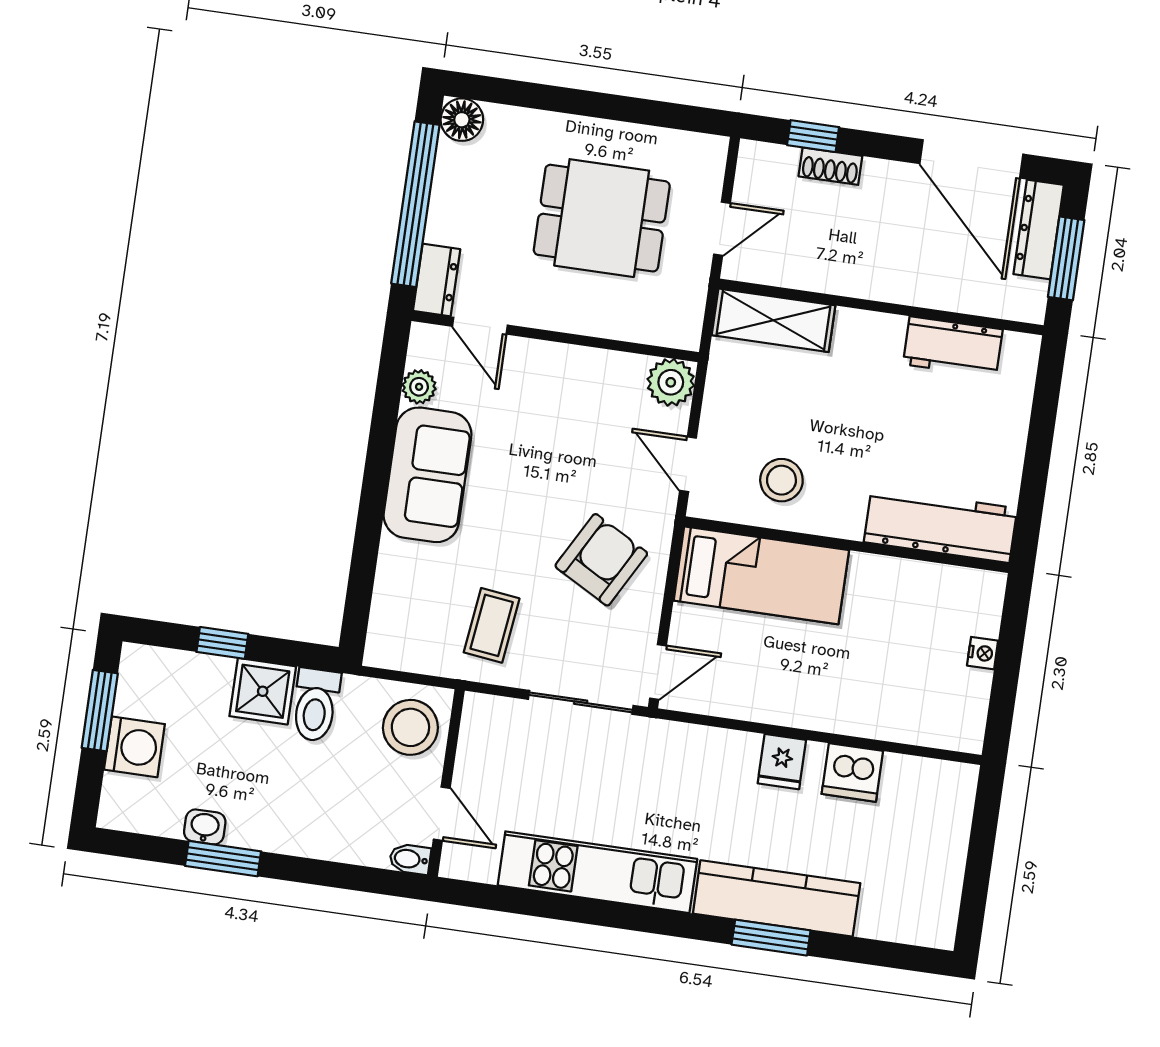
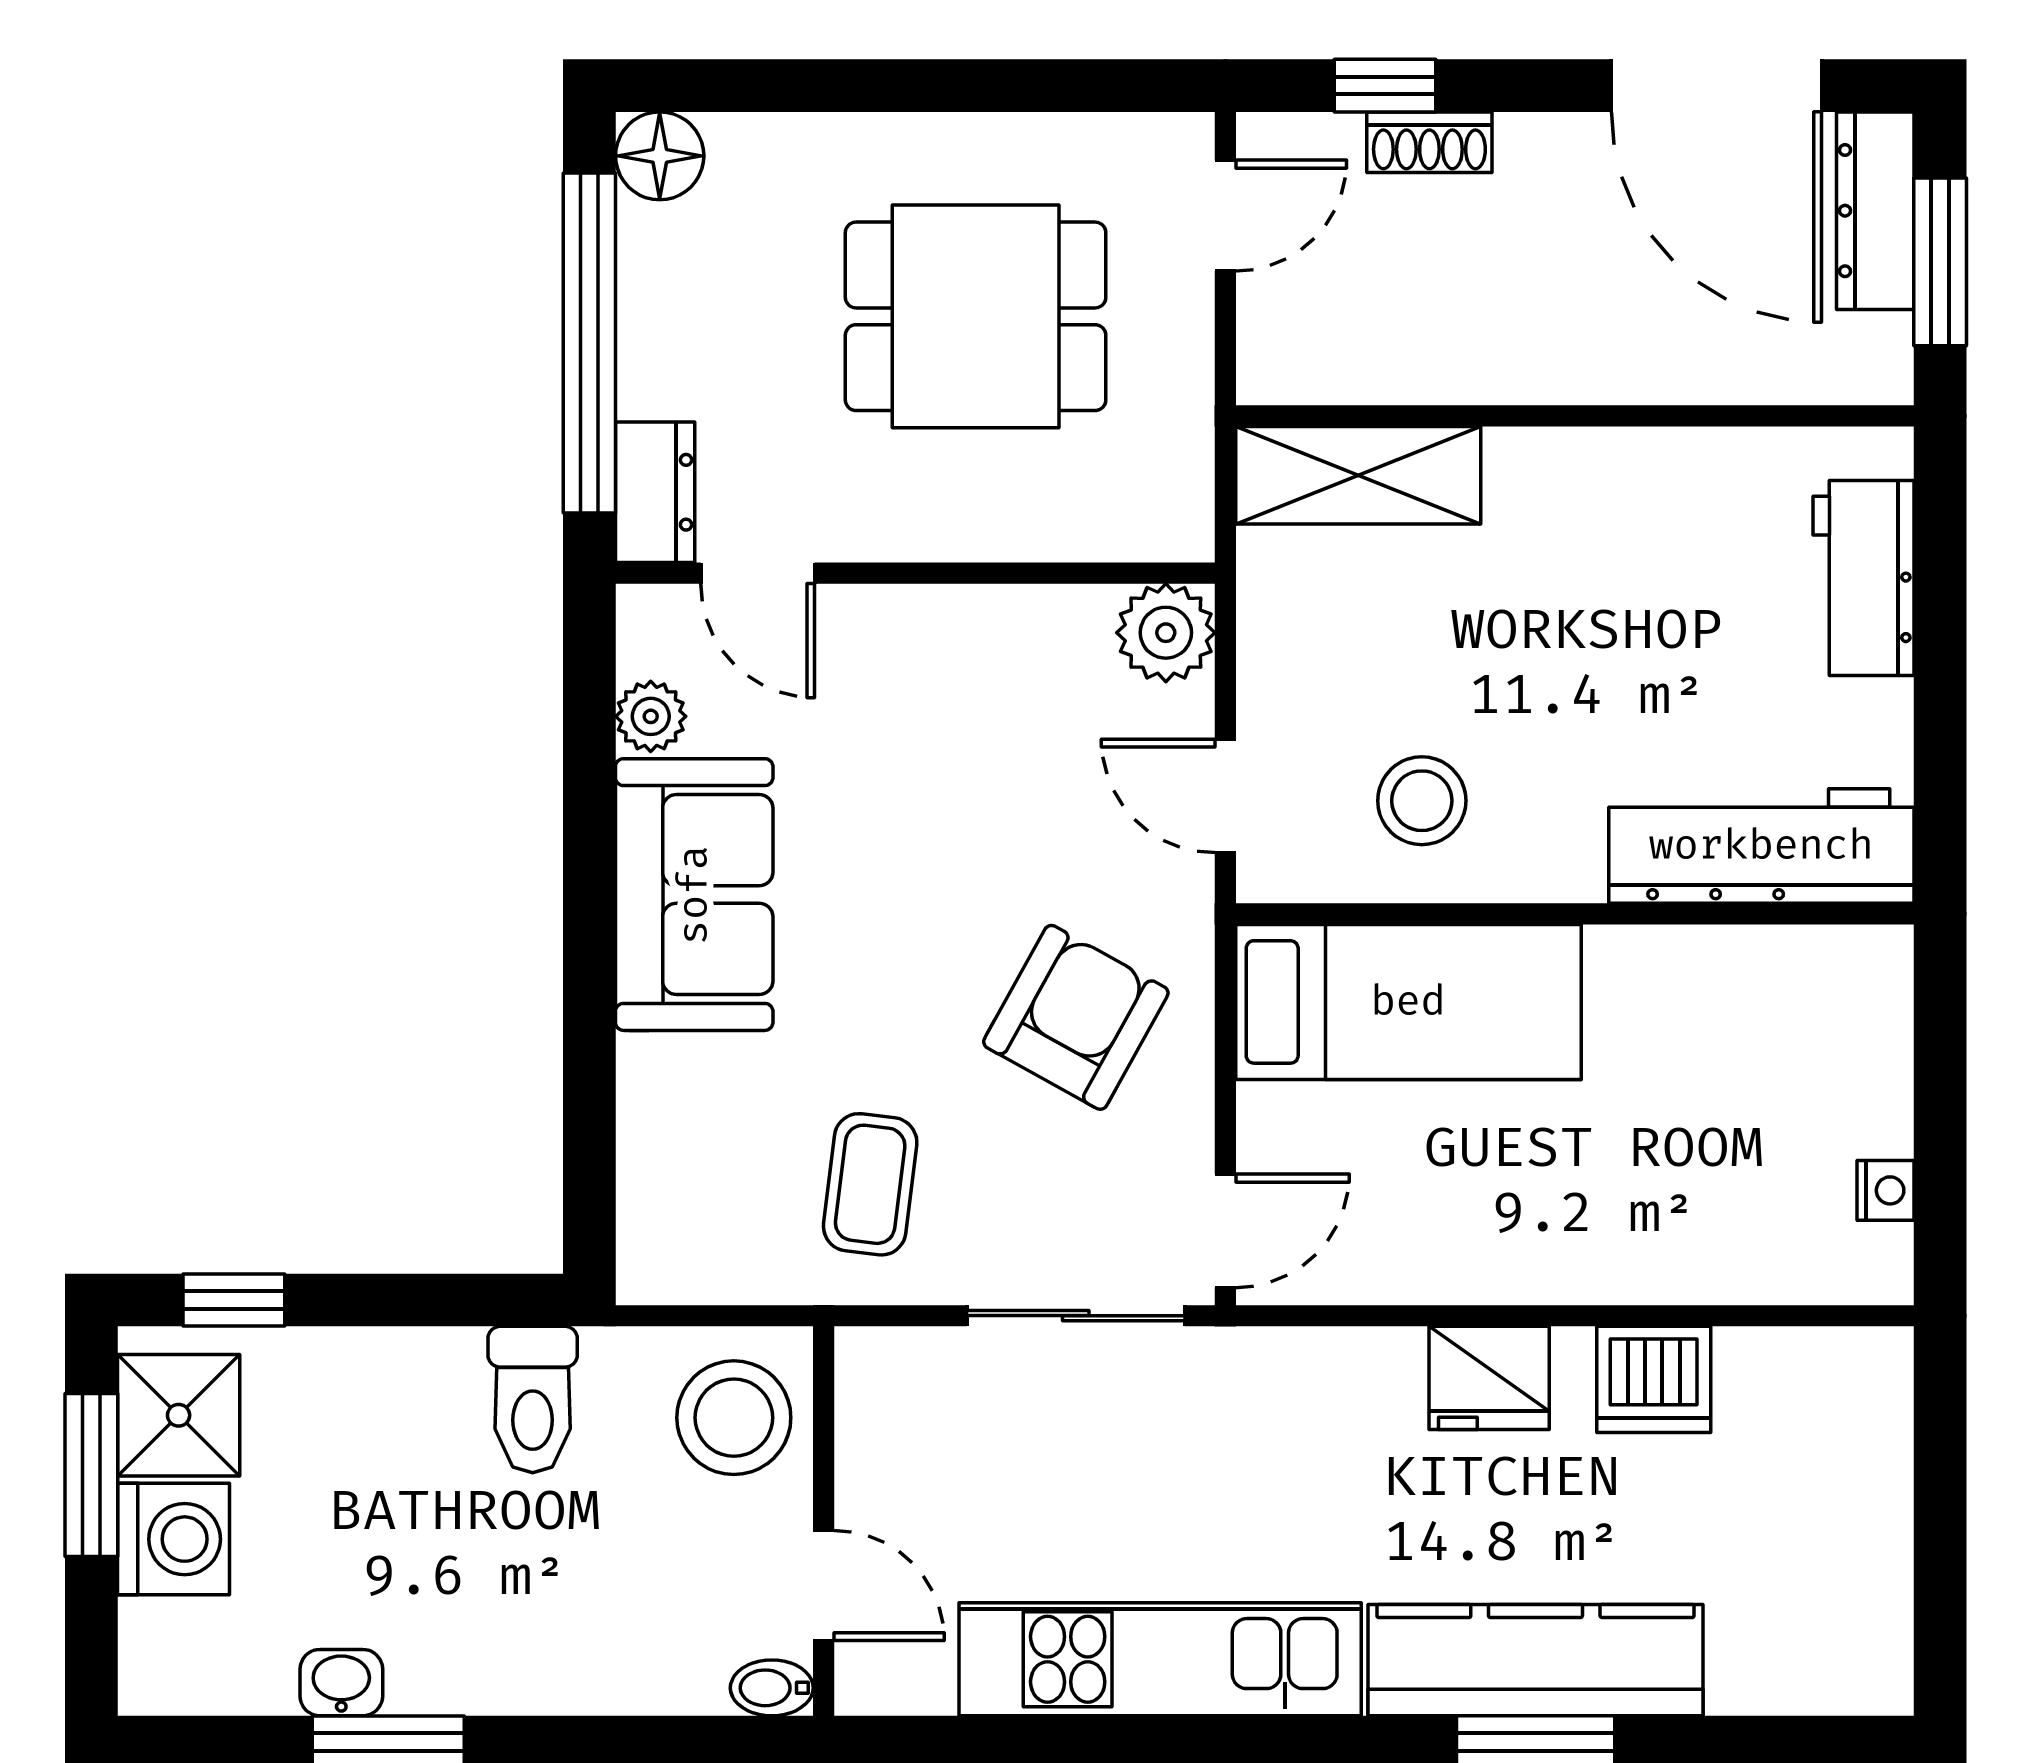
door: (722, 229) -> (1225, 216), moved
workbench: (953, 347) -> (1864, 578), moved, turned 90
window: (222, 643) -> (234, 1300), moved
nightstand: (983, 653) -> (1886, 1190), moved
shower: (263, 691) -> (179, 1415), moved
fridge: (782, 762) -> (1489, 1378), width x1.38

